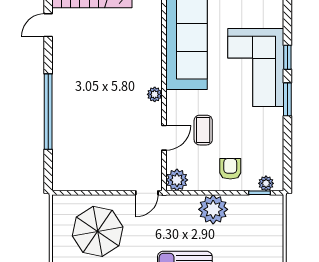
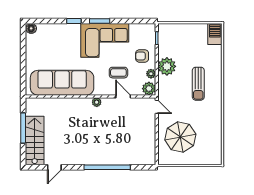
door: (48, 25) -> (54, 167), hinge flipped
corner sofa: (256, 68) -> (105, 40), moved
plant: (266, 183) -> (151, 74), moved

